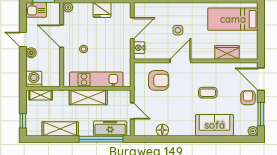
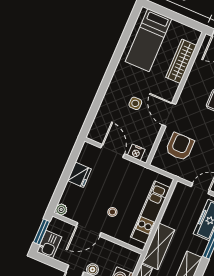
wardrobe: (227, 52) -> (181, 61), width x1.50
shelving: (88, 97) -> (158, 246), moved

